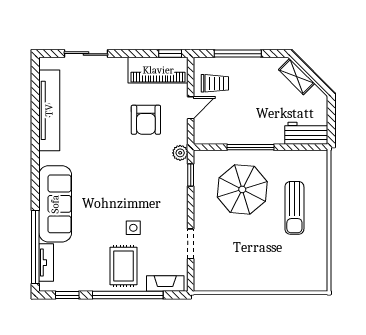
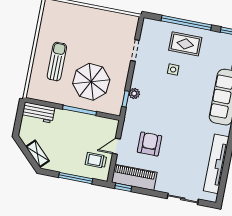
plant: (180, 153) -> (134, 93), moved
rug: (124, 266) -> (185, 44), turned 90
fireplace: (165, 284) -> (158, 26), removed

